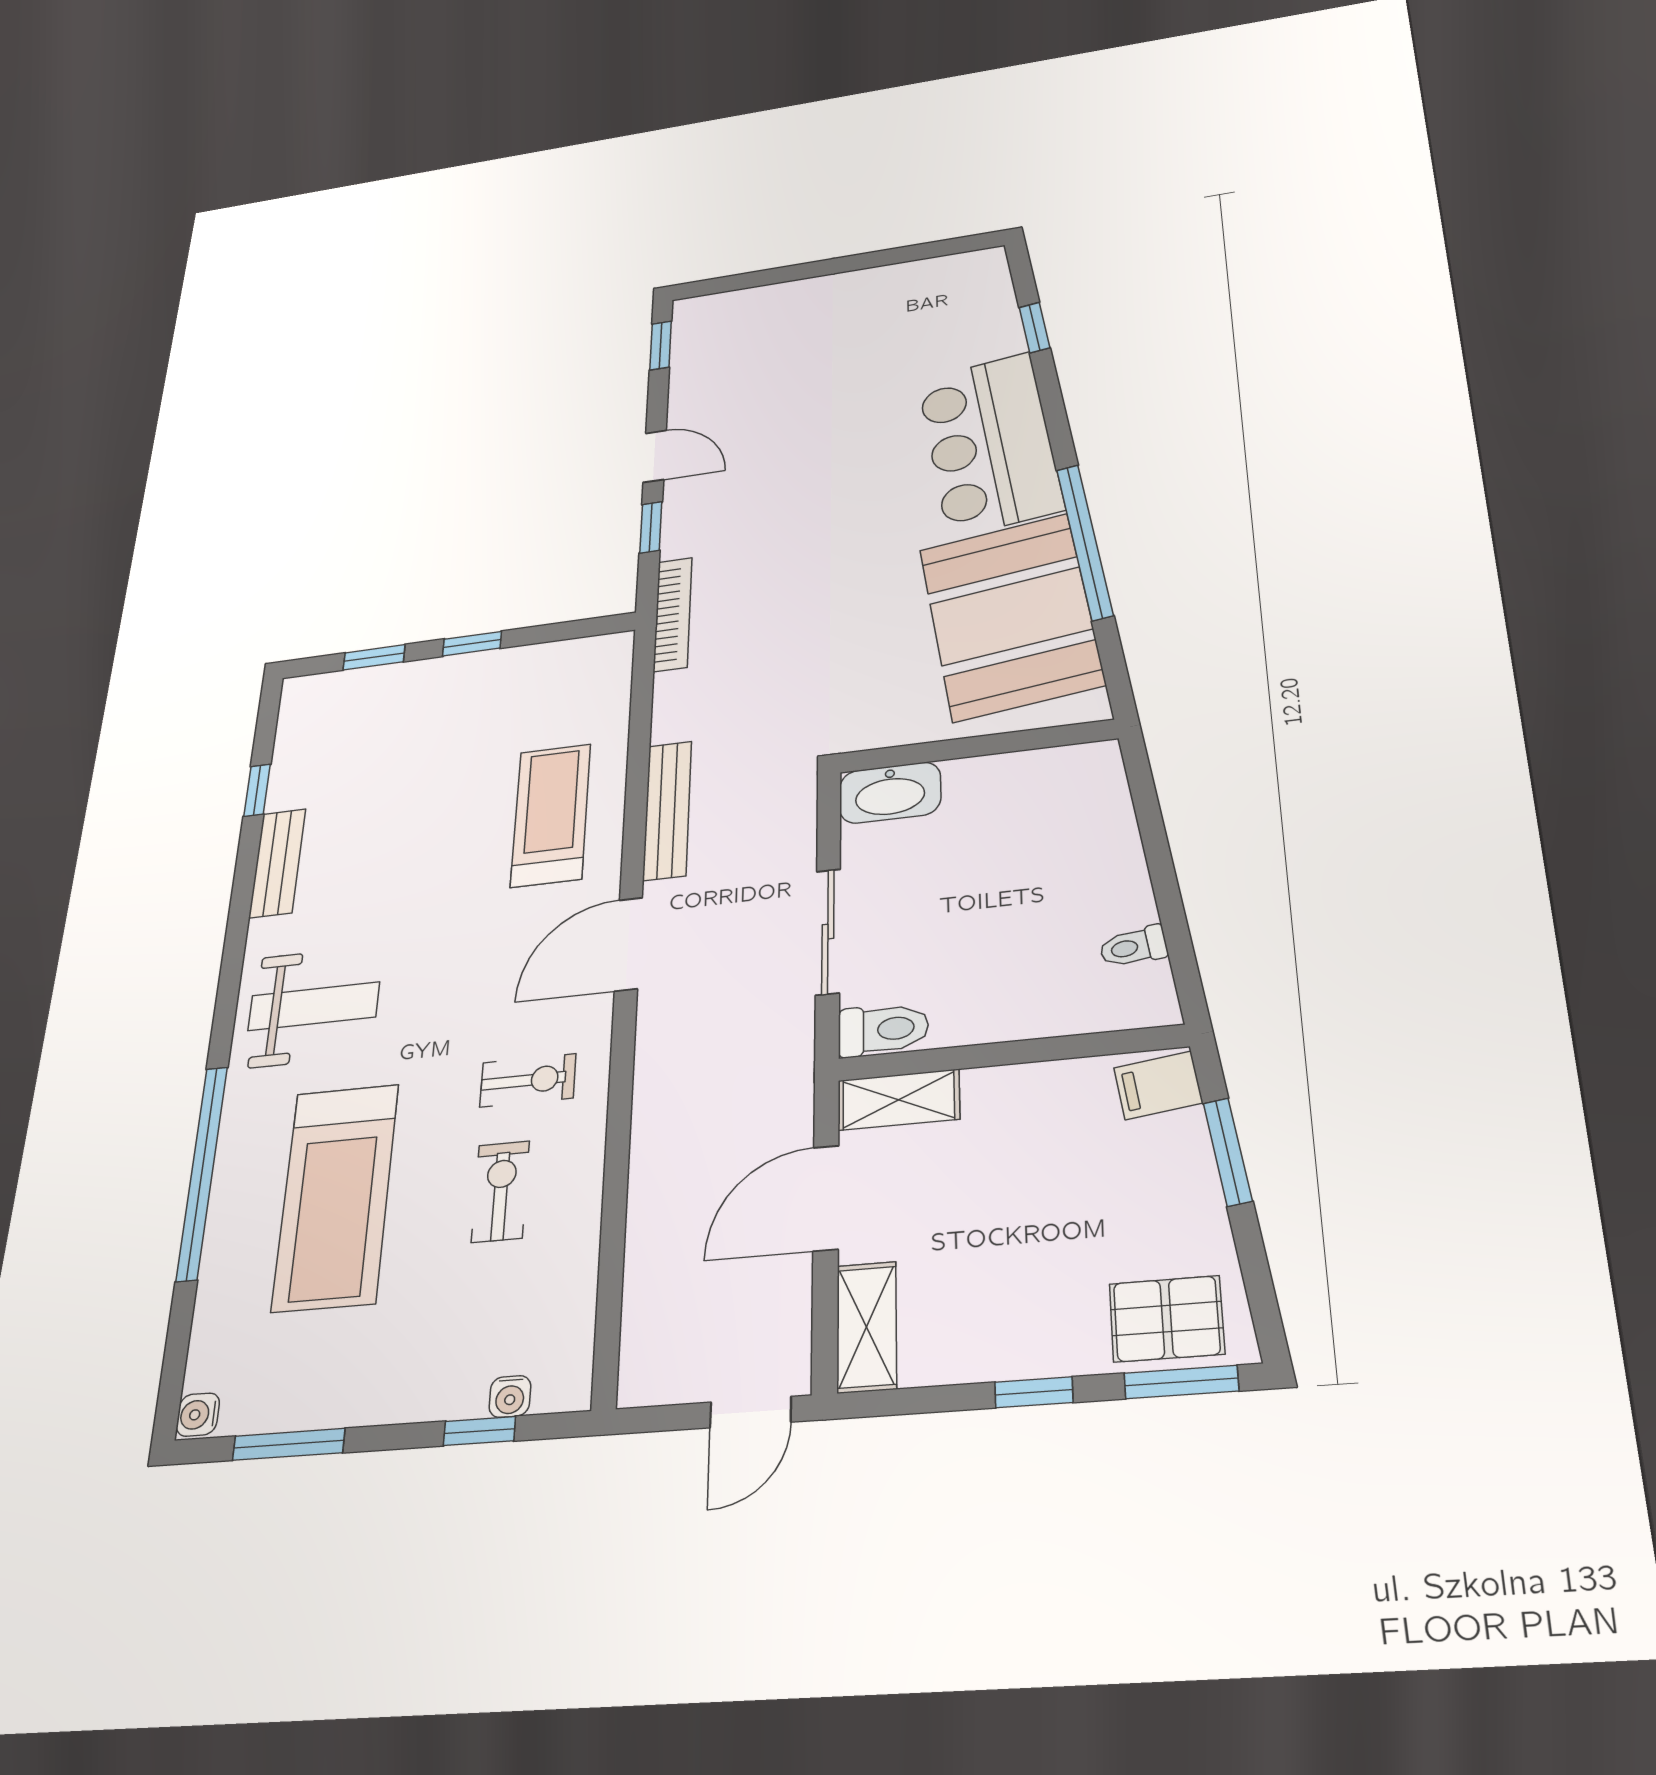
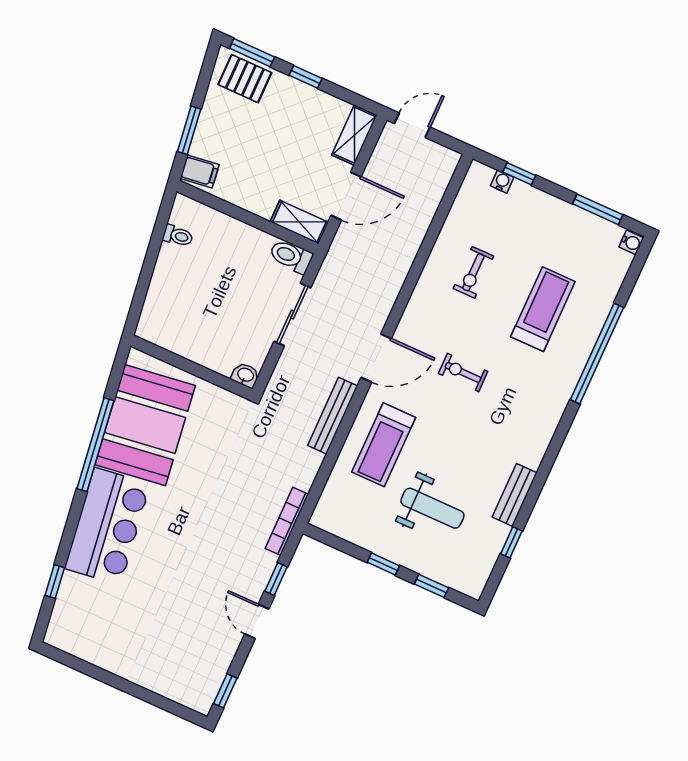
washbasin: (890, 793) -> (245, 375), width x0.52, depth x0.69
weight bench: (314, 1006) -> (432, 508), moved, turned 180
exercise bike: (528, 1080) -> (463, 372), moved
treadmill: (336, 1196) -> (543, 309), width x0.73, depth x0.73

